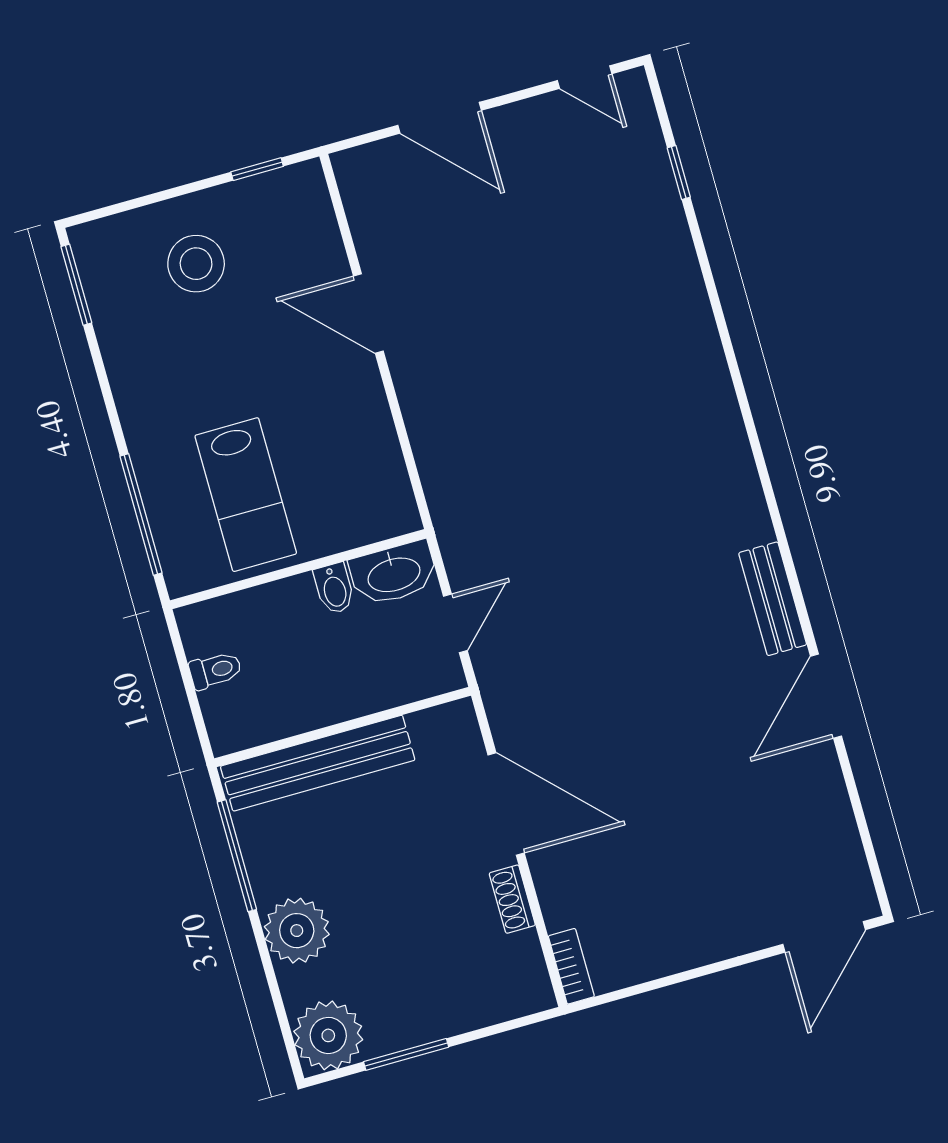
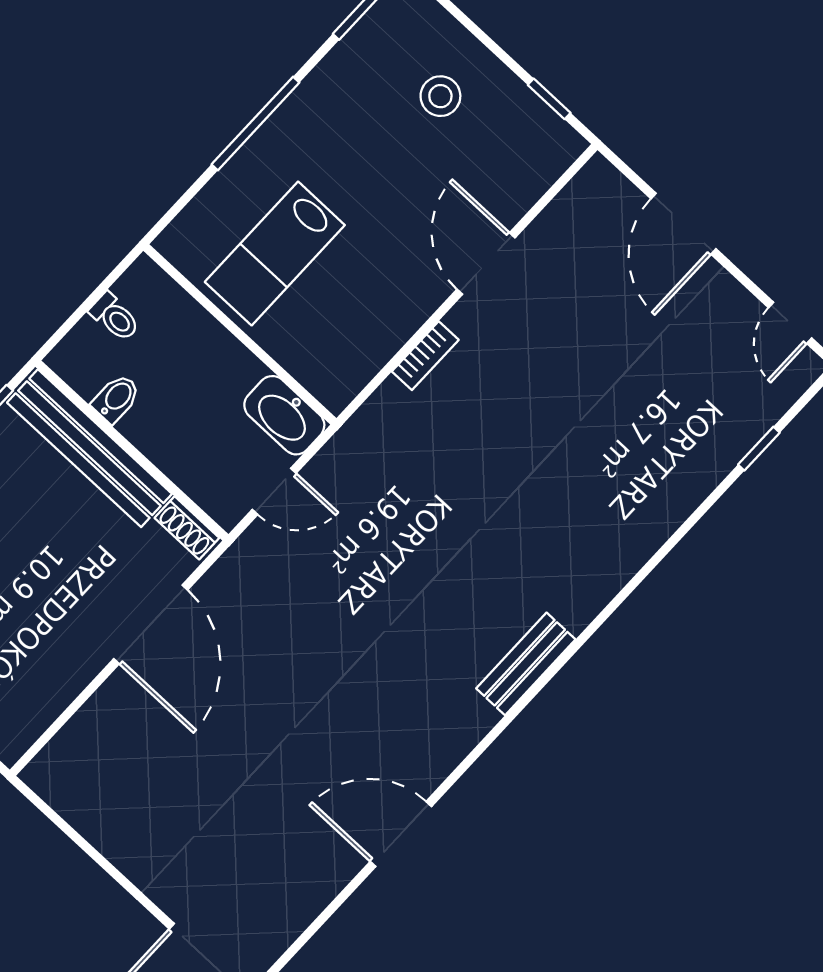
stool: (196, 264) -> (440, 96), width x0.73, depth x0.73
window: (141, 514) -> (255, 124), moved
bidet: (334, 588) -> (116, 398), moved, turned 180
bench: (773, 599) -> (526, 664), moved
shoe rack: (512, 899) -> (187, 528), moved, turned -90
bookcase: (571, 966) -> (425, 356), moved

